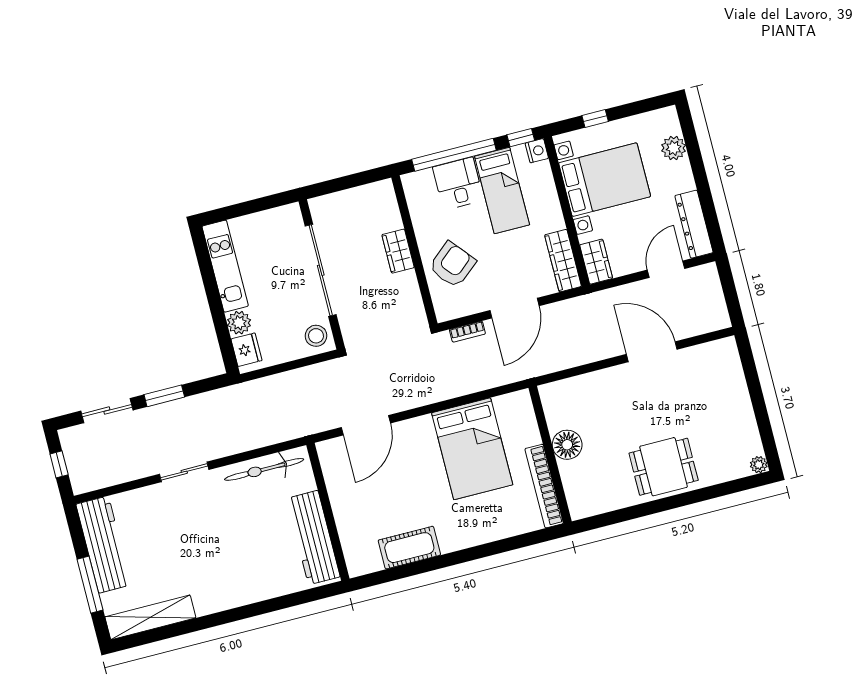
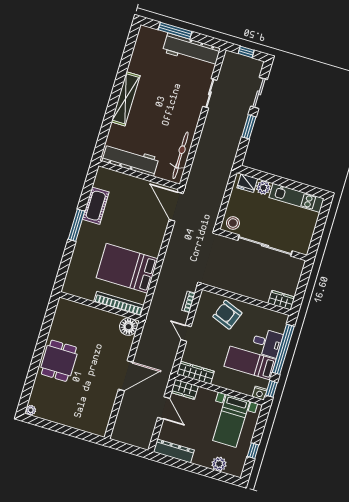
window: (595, 118) -> (253, 451), moved
bed with nightstands: (605, 180) -> (231, 421), width x0.73
wardrobe: (398, 251) -> (281, 300), moved
armchair: (452, 265) -> (227, 315), turned 151
door: (666, 269) -> (164, 408), moved
door: (514, 308) -> (186, 333), width x0.53
door: (652, 352) -> (126, 376), moved
door: (366, 425) -> (176, 207), moved
floor lamp: (567, 445) -> (128, 327), moved
sliding door: (184, 472) -> (210, 93), moved
bookcase: (544, 486) -> (119, 303), moved
window: (454, 558) -> (76, 225), added
shelving: (150, 617) -> (126, 99), moved

